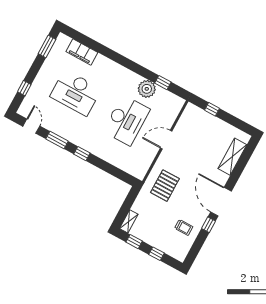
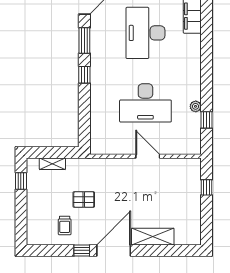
plant: (147, 89) -> (196, 106), width x0.53, depth x0.53
shelving: (232, 157) -> (153, 237), moved
pallet: (165, 186) -> (84, 199), moved, width x0.67, depth x0.71
shelving: (129, 221) -> (52, 164), moved
window: (157, 254) -> (21, 212), removed

